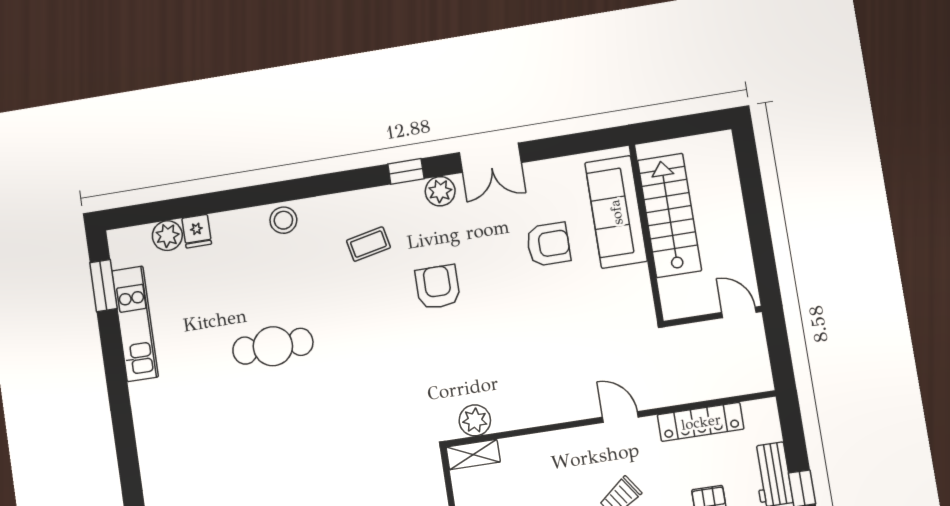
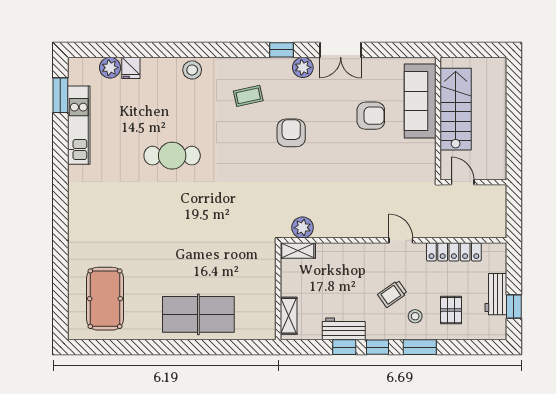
door: (739, 312) -> (463, 182), moved

